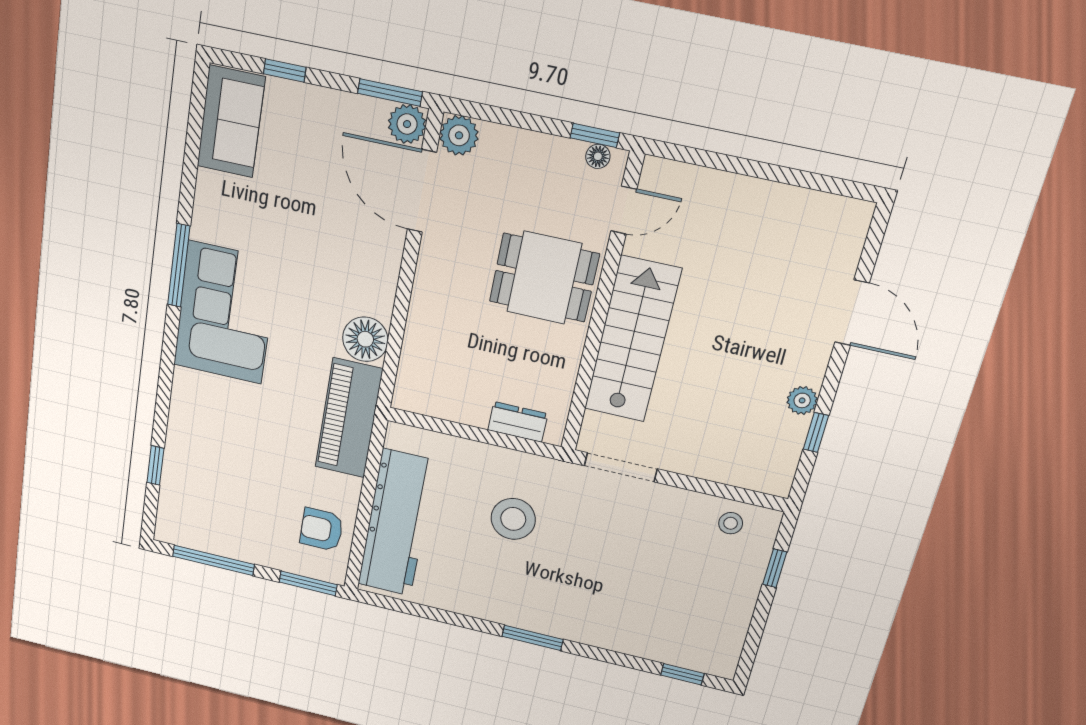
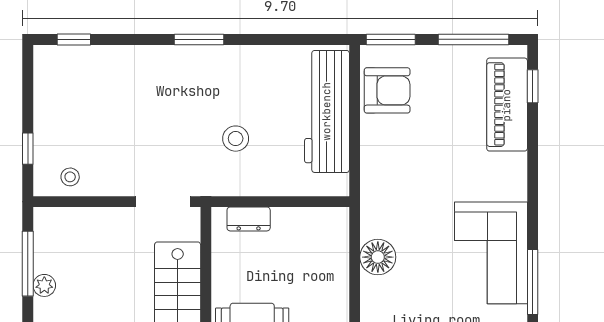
piano: (349, 418) -> (507, 105), moved, turned 180
window: (816, 432) -> (28, 264), width x2.17
window: (155, 465) -> (533, 86), moved
stool: (513, 519) -> (236, 139), width x0.73, depth x0.73
armchair: (322, 529) -> (387, 90), width x1.38, depth x1.38

